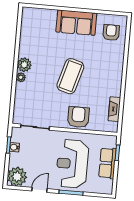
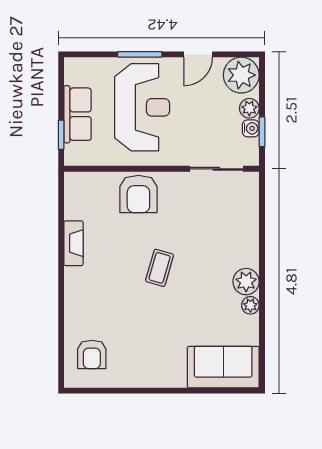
sofa: (76, 23) -> (223, 367), moved
coffee table: (70, 76) -> (160, 268), width x0.54, depth x0.58
plant: (21, 77) -> (250, 305), moved
fireplace: (114, 109) -> (73, 243), moved
plant: (14, 158) -> (249, 108), added

